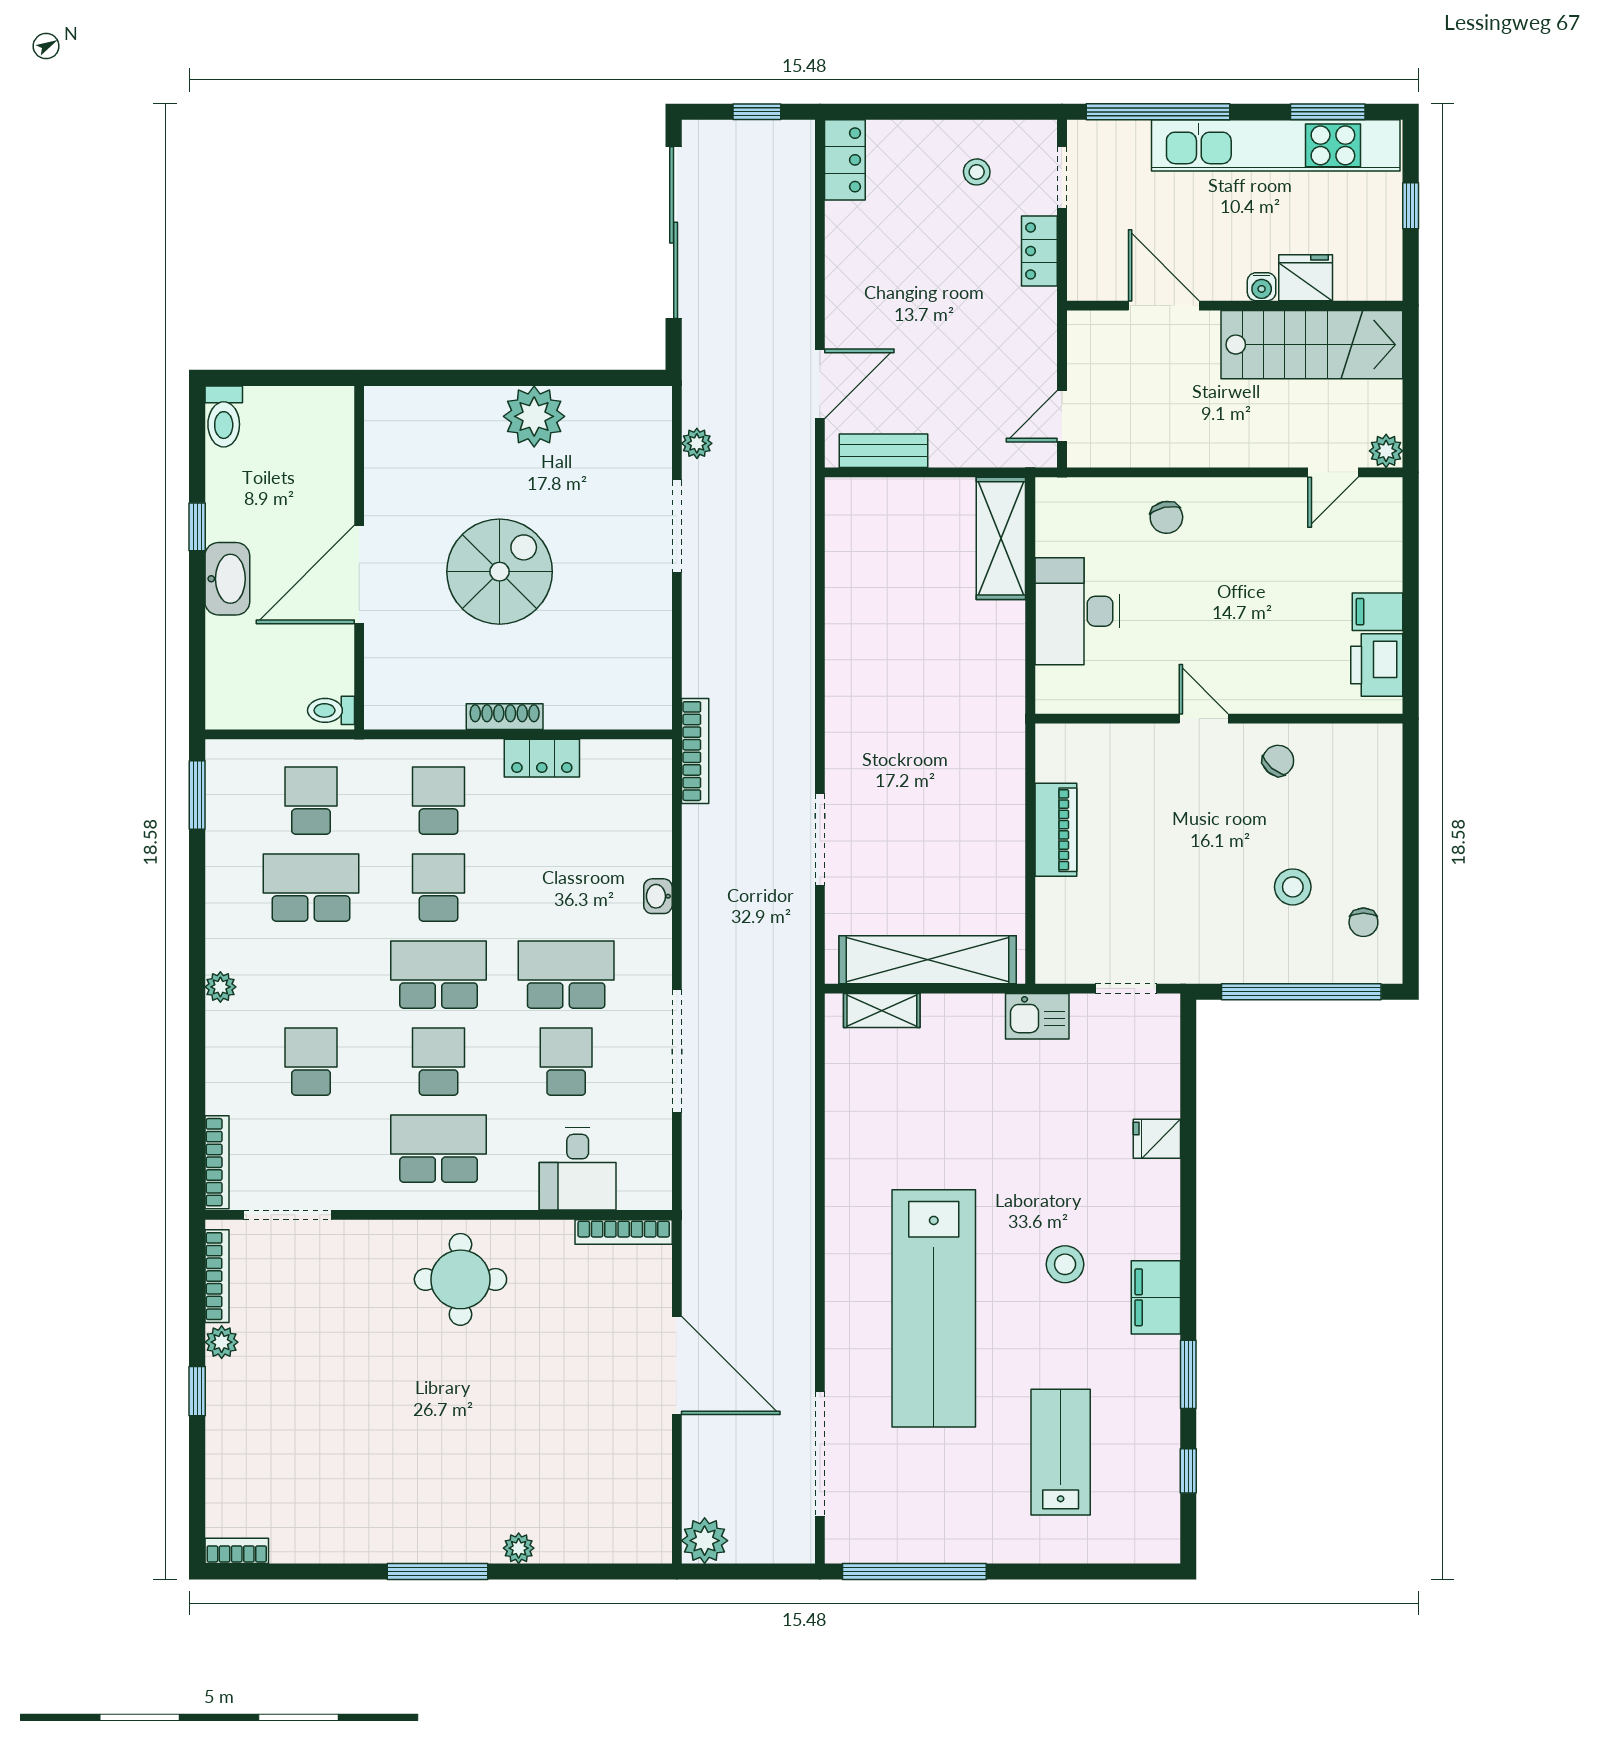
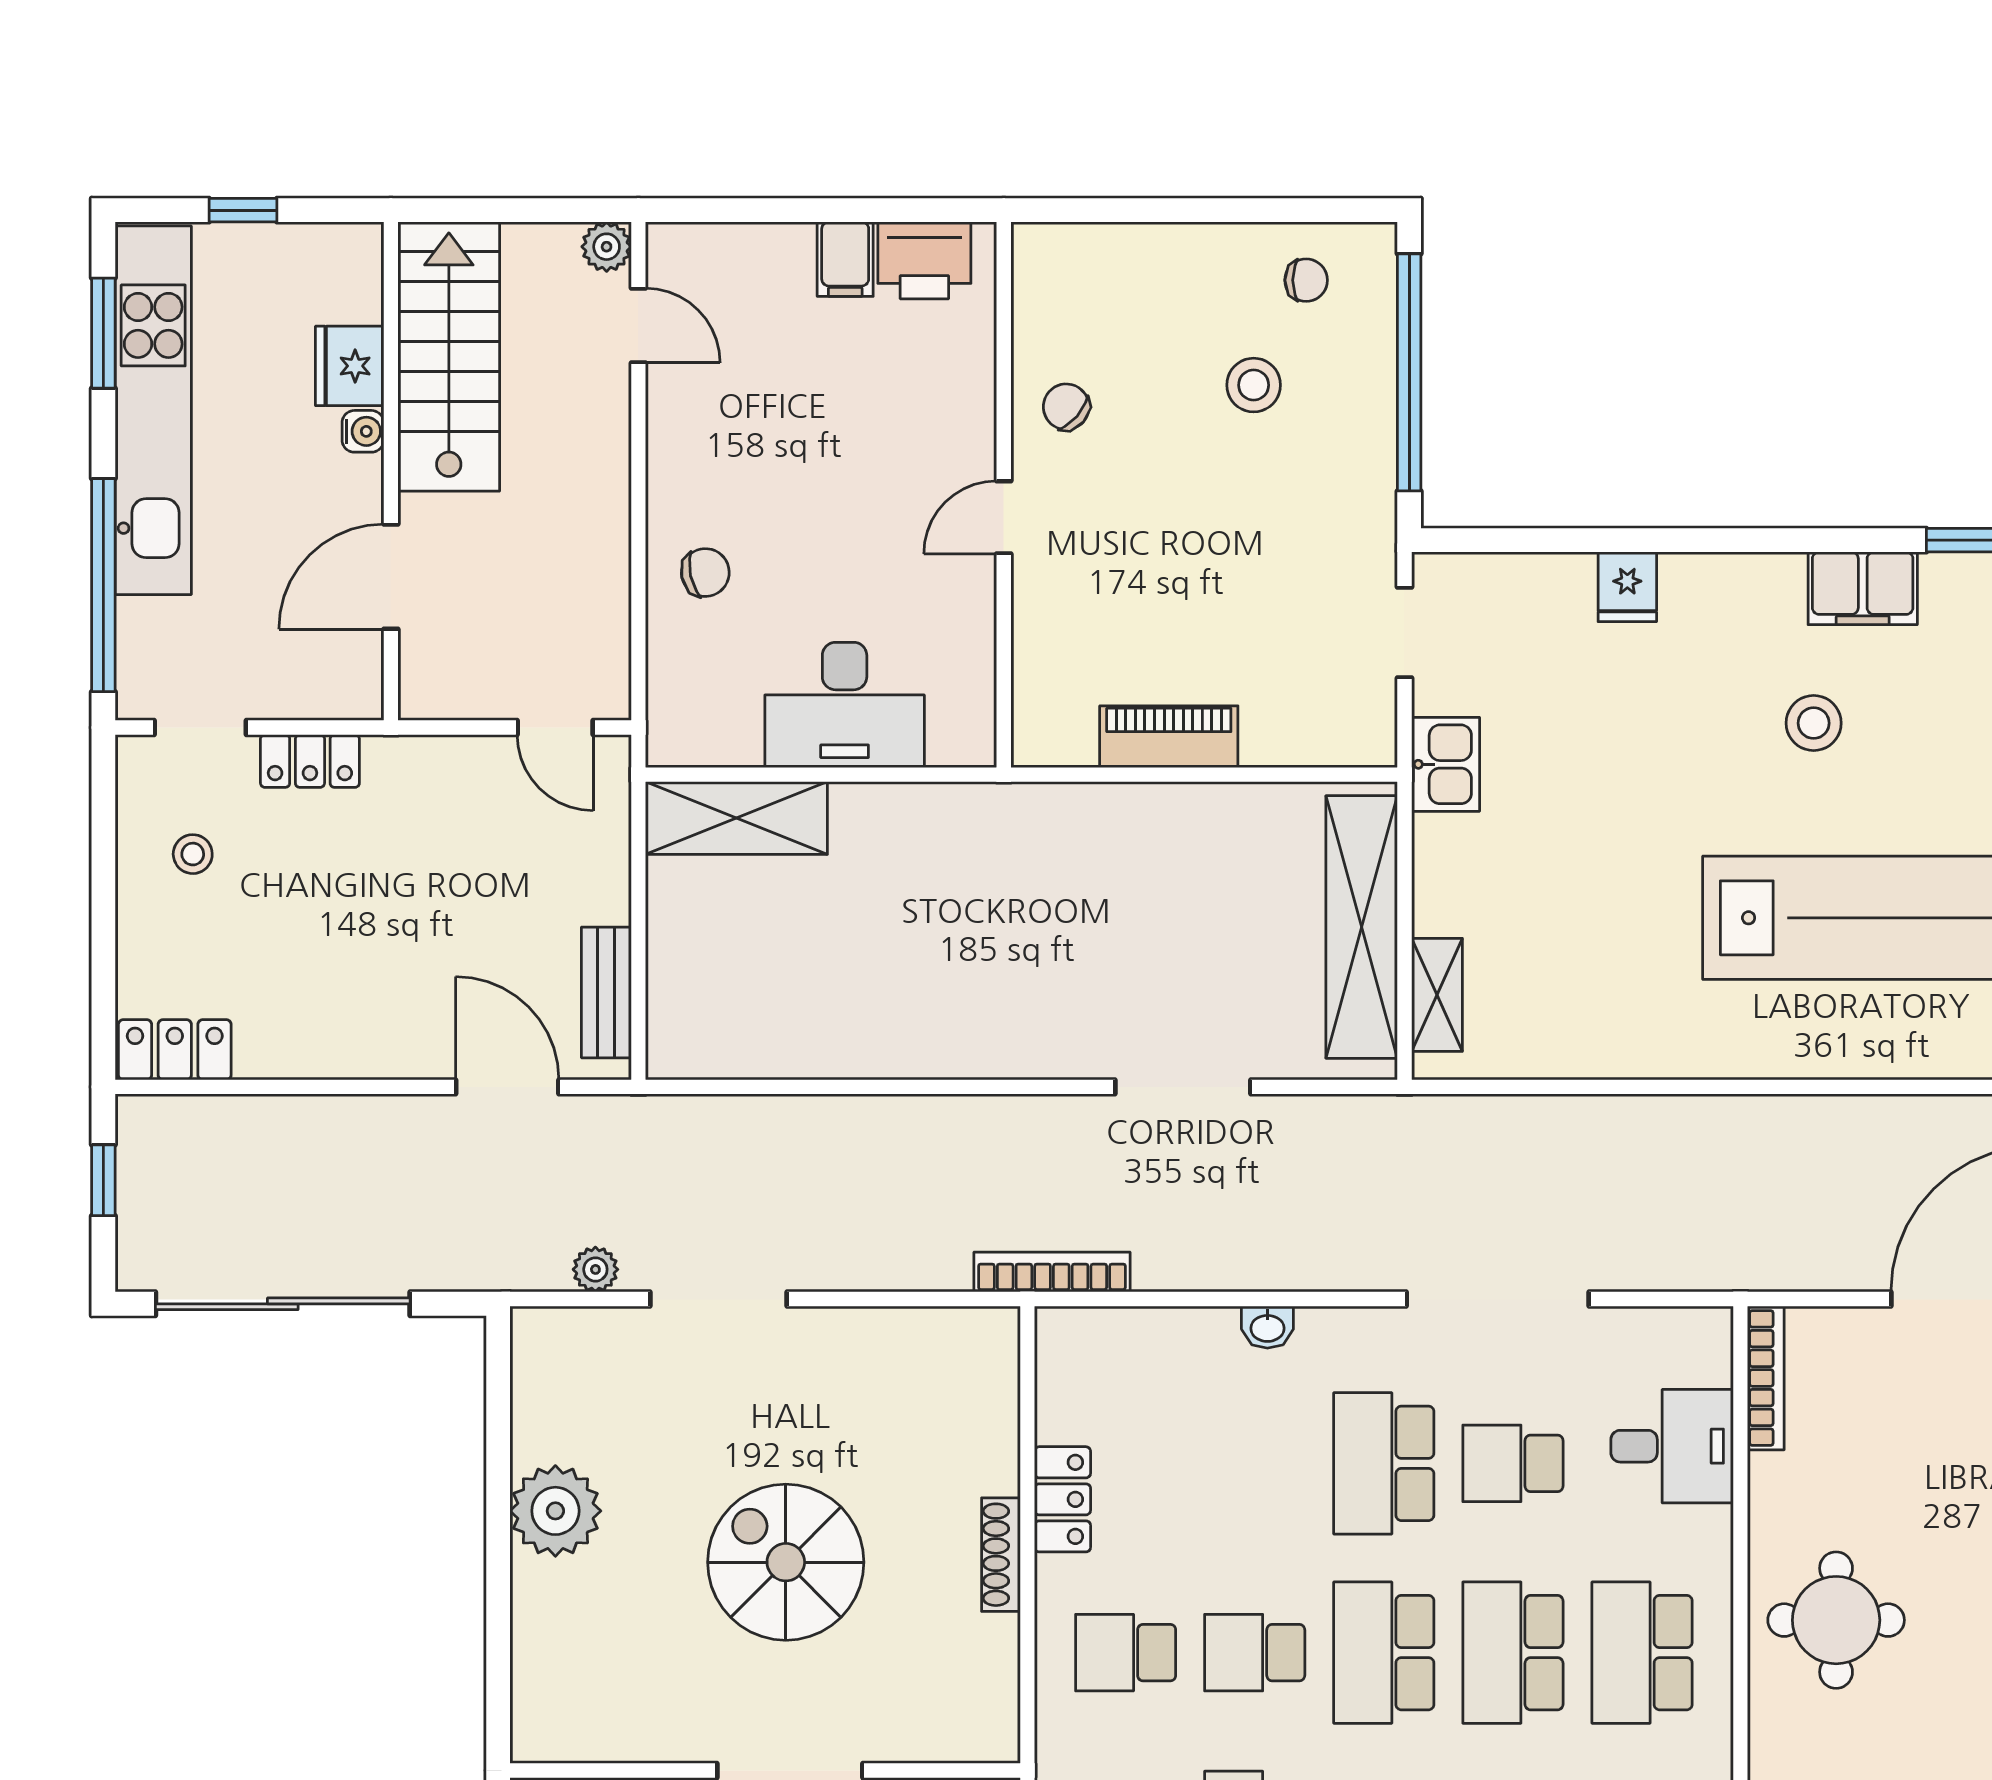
school desk: (439, 1062) -> (1513, 1653), width x1.85

